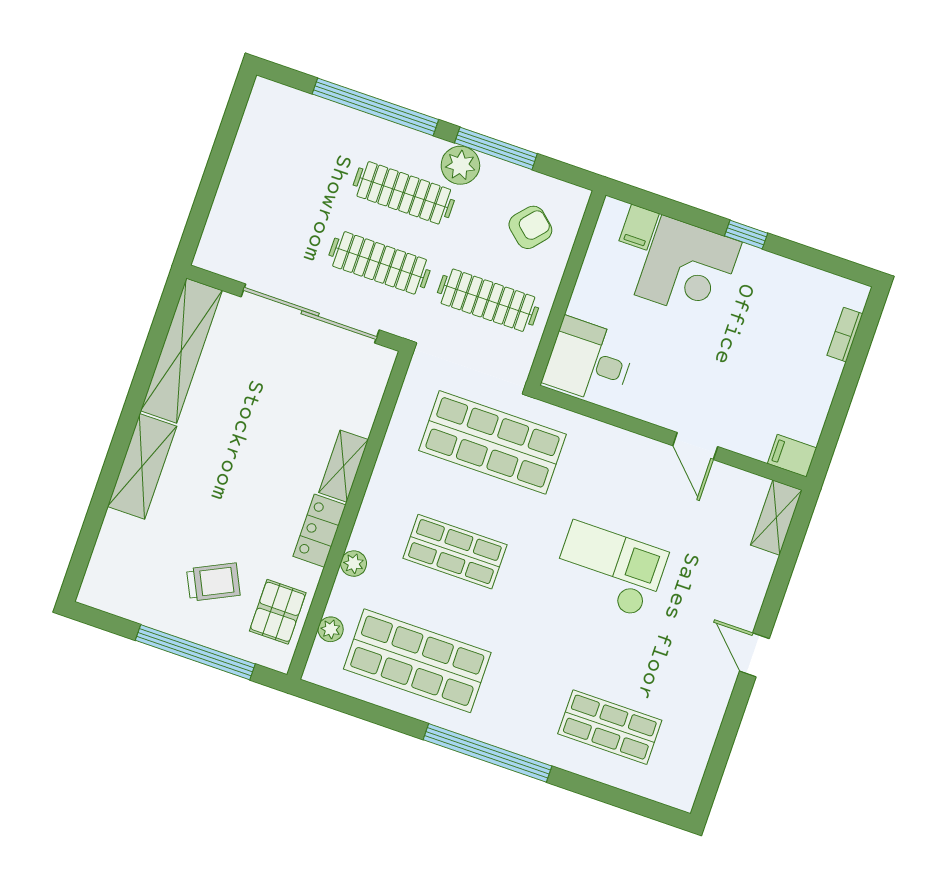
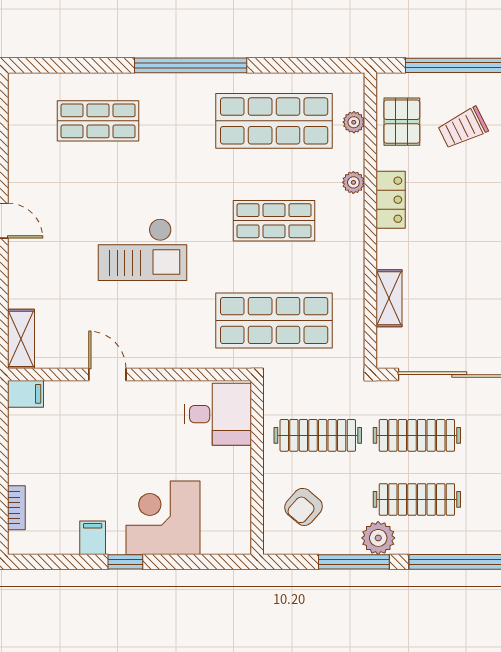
filing cabinet: (639, 227) -> (93, 538), moved
shelving: (344, 466) -> (389, 298), moved

